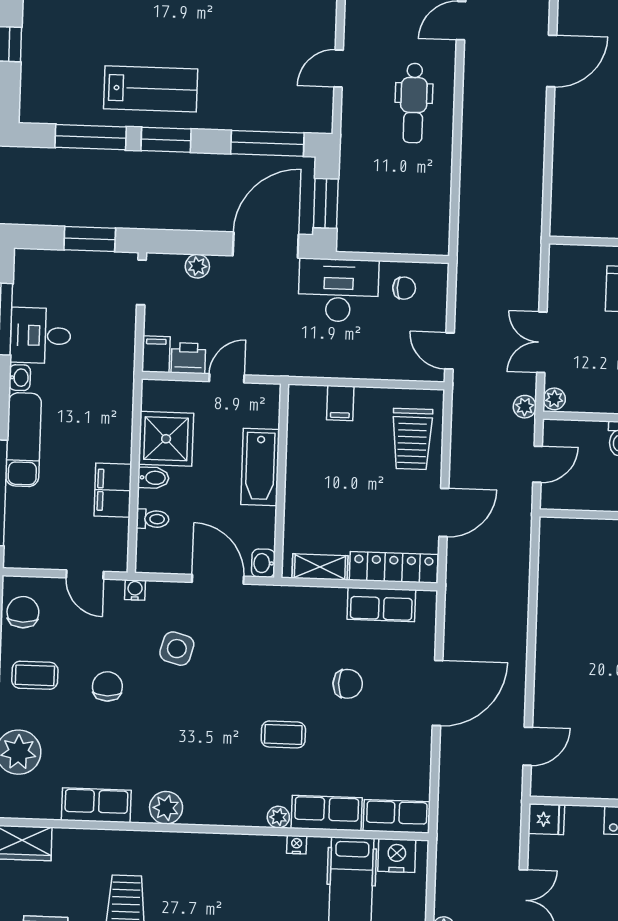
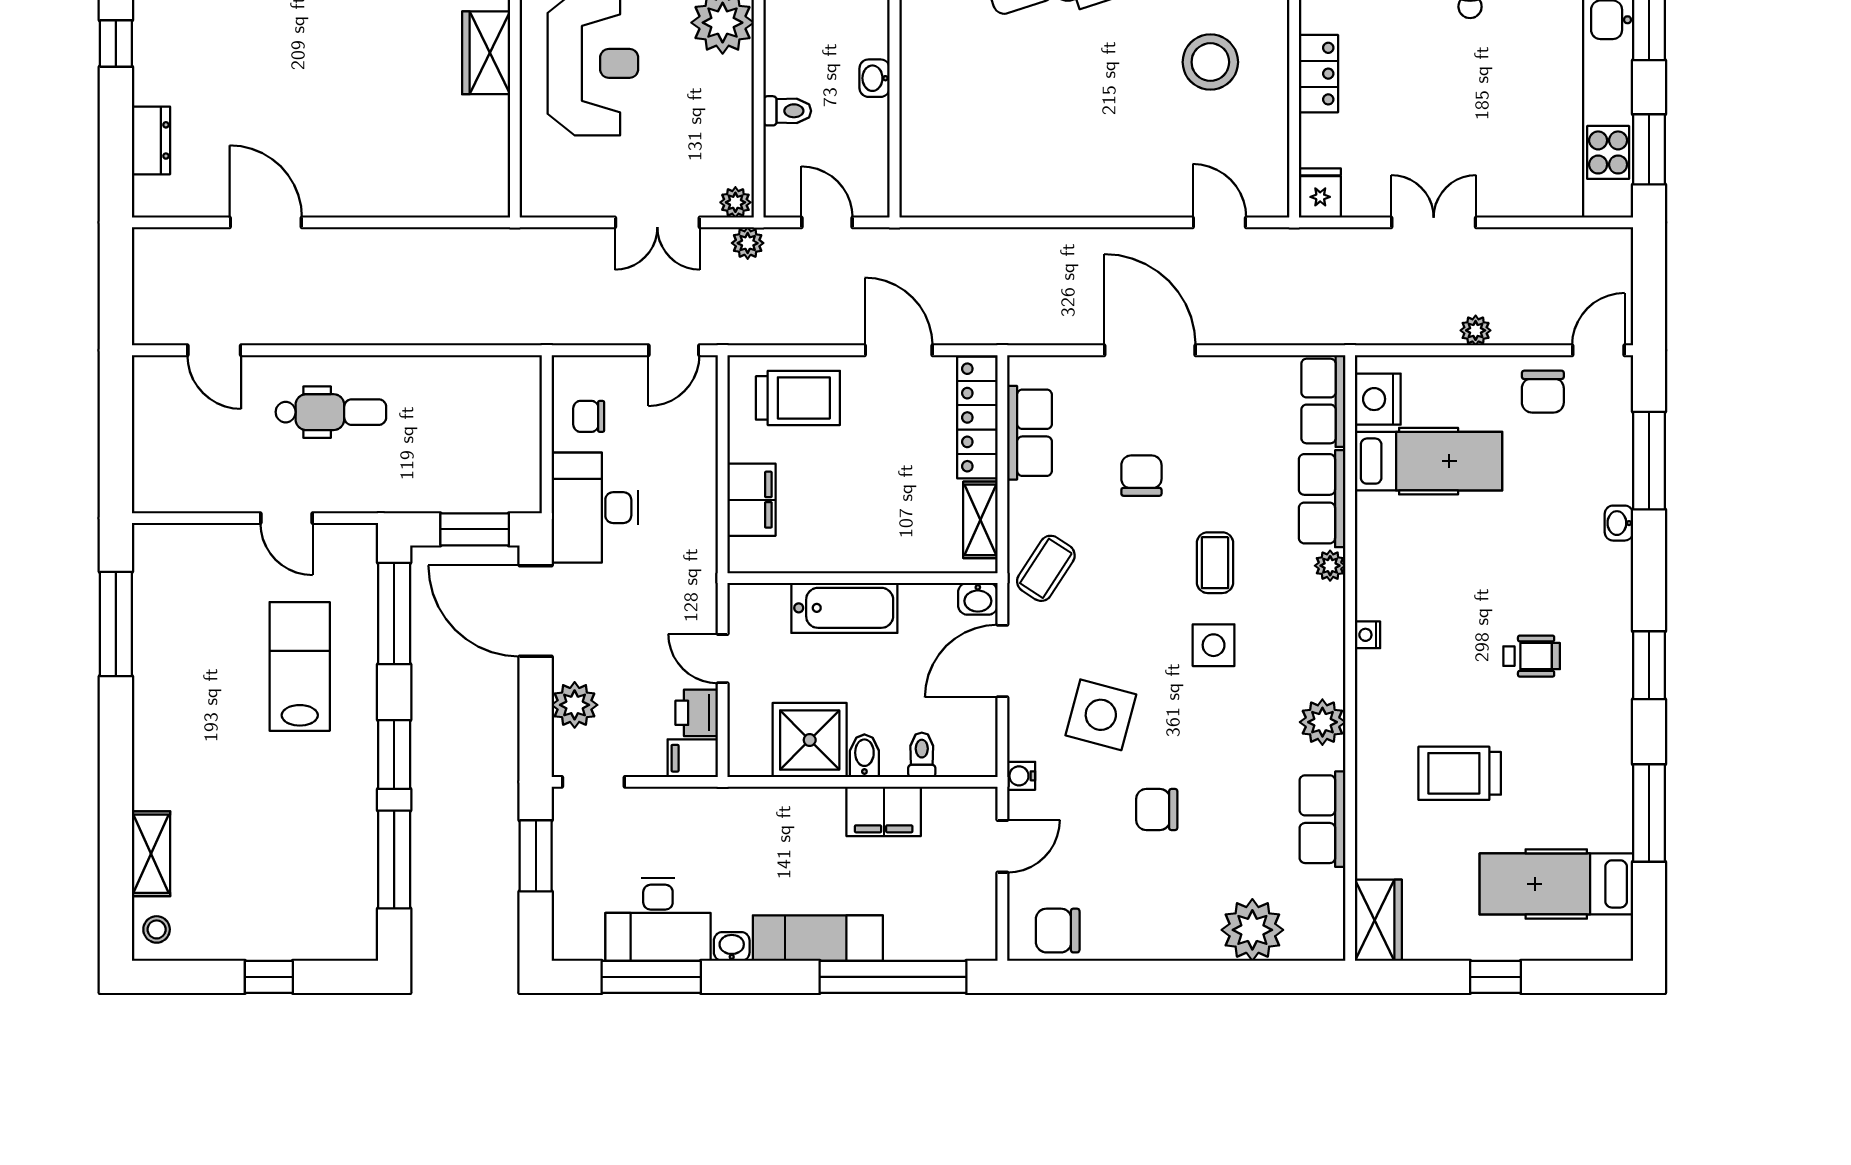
lab bench: (151, 89) -> (300, 666), moved
plant: (197, 266) -> (575, 705), width x1.38, depth x1.38
chair: (404, 288) -> (589, 416), turned -90
desk: (40, 336) -> (658, 920), width x1.37
filing cabinet: (340, 403) -> (752, 500), width x2.00
side table: (177, 649) -> (1101, 715), width x1.37, depth x1.37
coffee table: (35, 675) -> (1046, 568), moved, turned 33
side table: (224, 731) -> (1214, 645), added
nightstand: (297, 845) -> (1367, 635), moved

